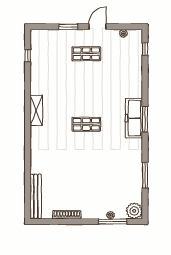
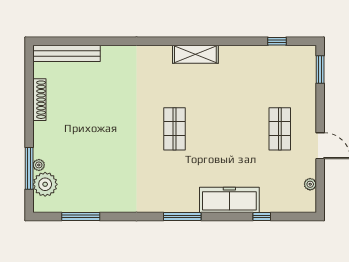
window: (68, 27) -> (320, 70), moved
window: (145, 49) -> (262, 216), moved
freezer: (134, 118) -> (229, 200), moved
window: (145, 175) -> (81, 216), moved
plant: (134, 211) -> (45, 184), moved

